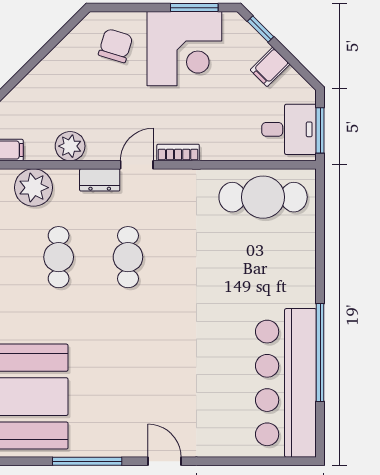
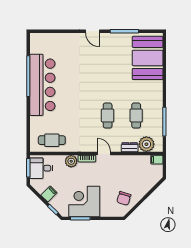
chair: (116, 46) -> (124, 198), moved
plant: (70, 146) -> (71, 161), moved
door: (137, 165) -> (104, 154), swing flipped
dresser: (100, 180) -> (130, 147), moved
cafe table: (263, 197) -> (52, 140), width x0.73, depth x0.74
bar counter: (286, 383) -> (42, 85), moved

